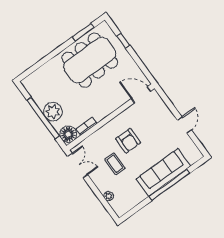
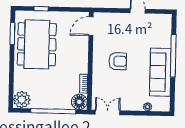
plant: (53, 112) -> (22, 100), moved
coffee table: (115, 164) -> (127, 84), removed
sofa: (163, 172) -> (160, 72), moved

